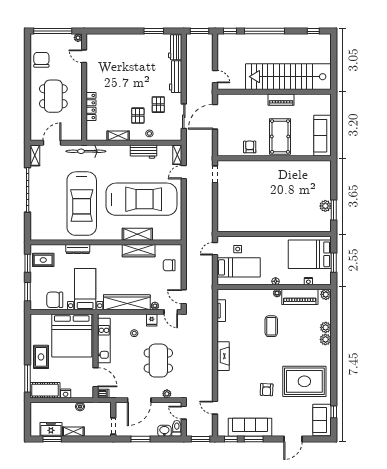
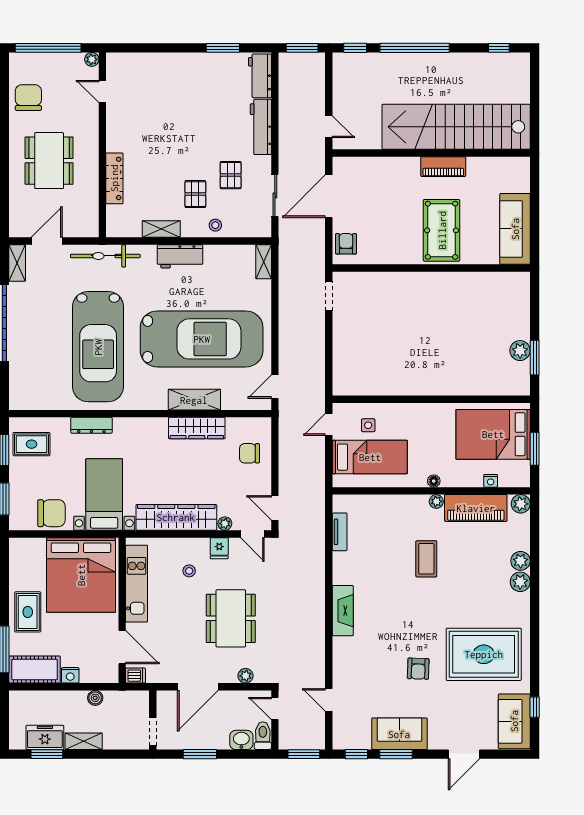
armchair: (250, 147) -> (346, 244), moved
workbench: (143, 152) -> (180, 256), moved
door: (184, 172) -> (275, 387), moved
chair: (55, 300) -> (51, 513), turned 180
sofa: (250, 427) -> (399, 734), width x0.73

